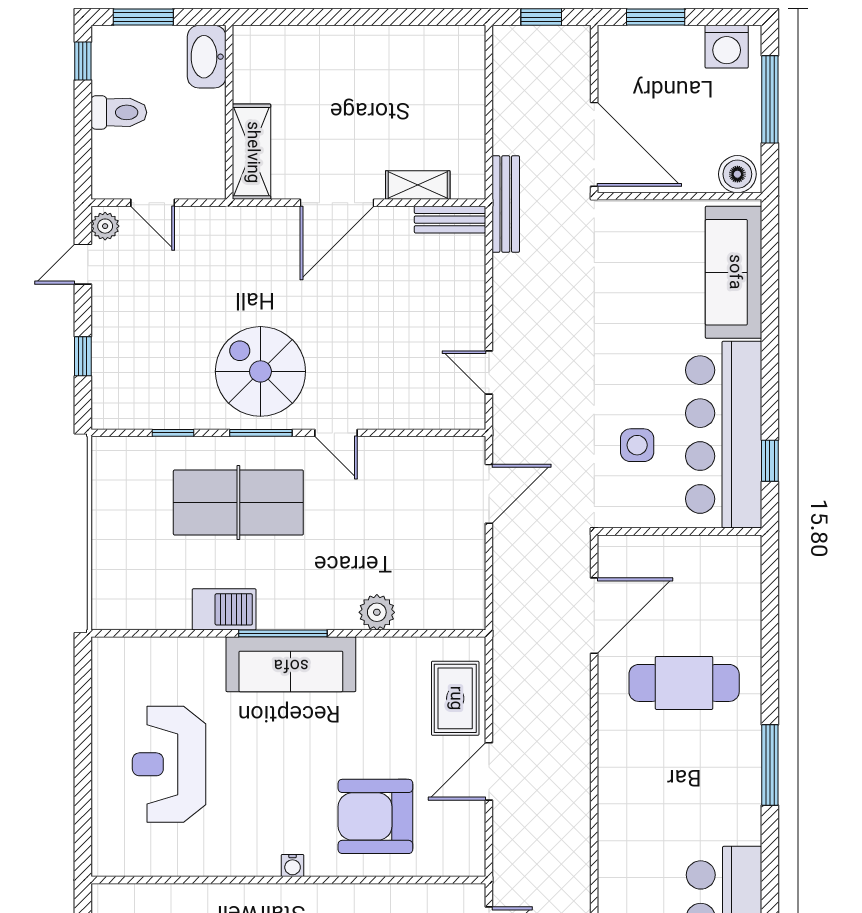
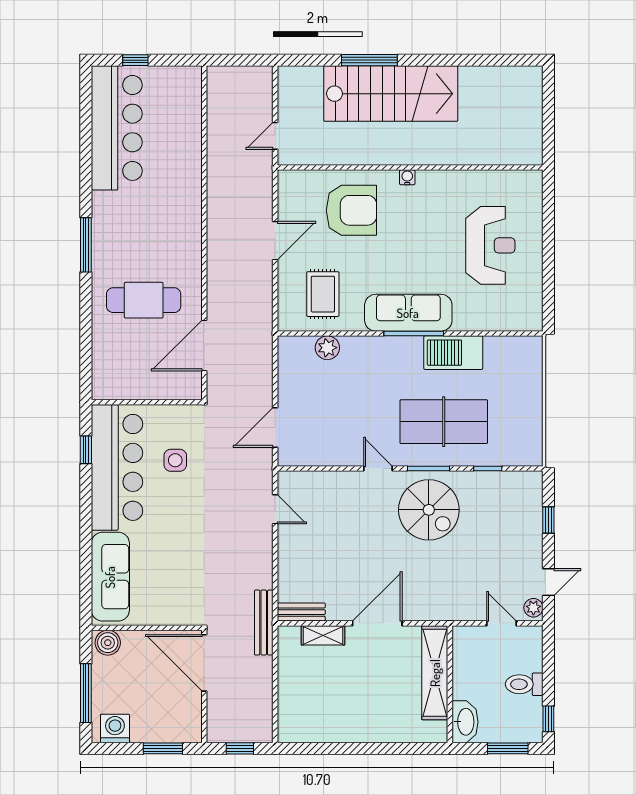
shelving: (252, 152) -> (435, 673), width x1.47
barbecue: (224, 609) -> (453, 353), width x1.37, depth x1.21
plant: (377, 612) -> (327, 348), moved
rug: (455, 698) -> (323, 294), moved

